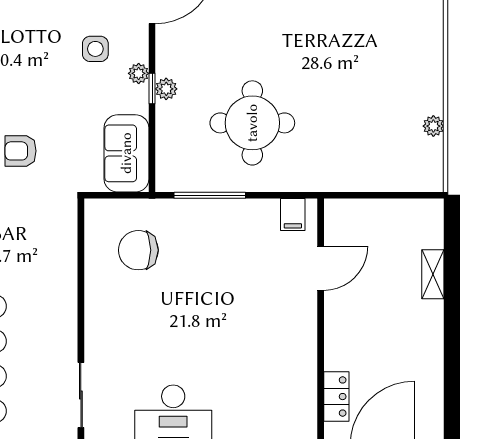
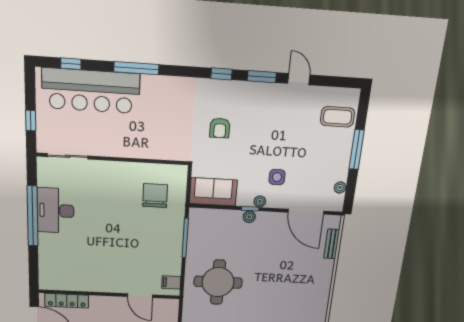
round table: (252, 123) -> (218, 282), moved
armchair: (21, 151) -> (220, 128), turned 180
locker: (336, 397) -> (67, 301), width x1.53

